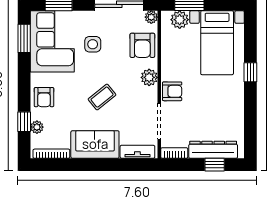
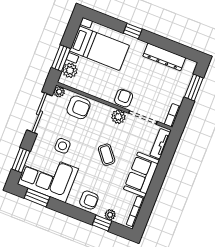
plant: (149, 77) -> (118, 117), moved
dresser: (213, 150) -> (164, 57), moved, turned -90
window: (215, 165) -> (194, 87), width x1.50

